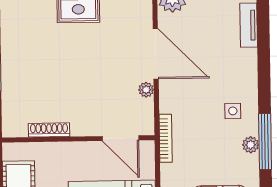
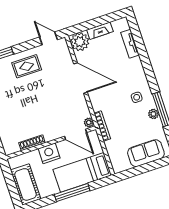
plant: (146, 90) -> (89, 122), moved
nightstand: (70, 154) -> (49, 153), added

